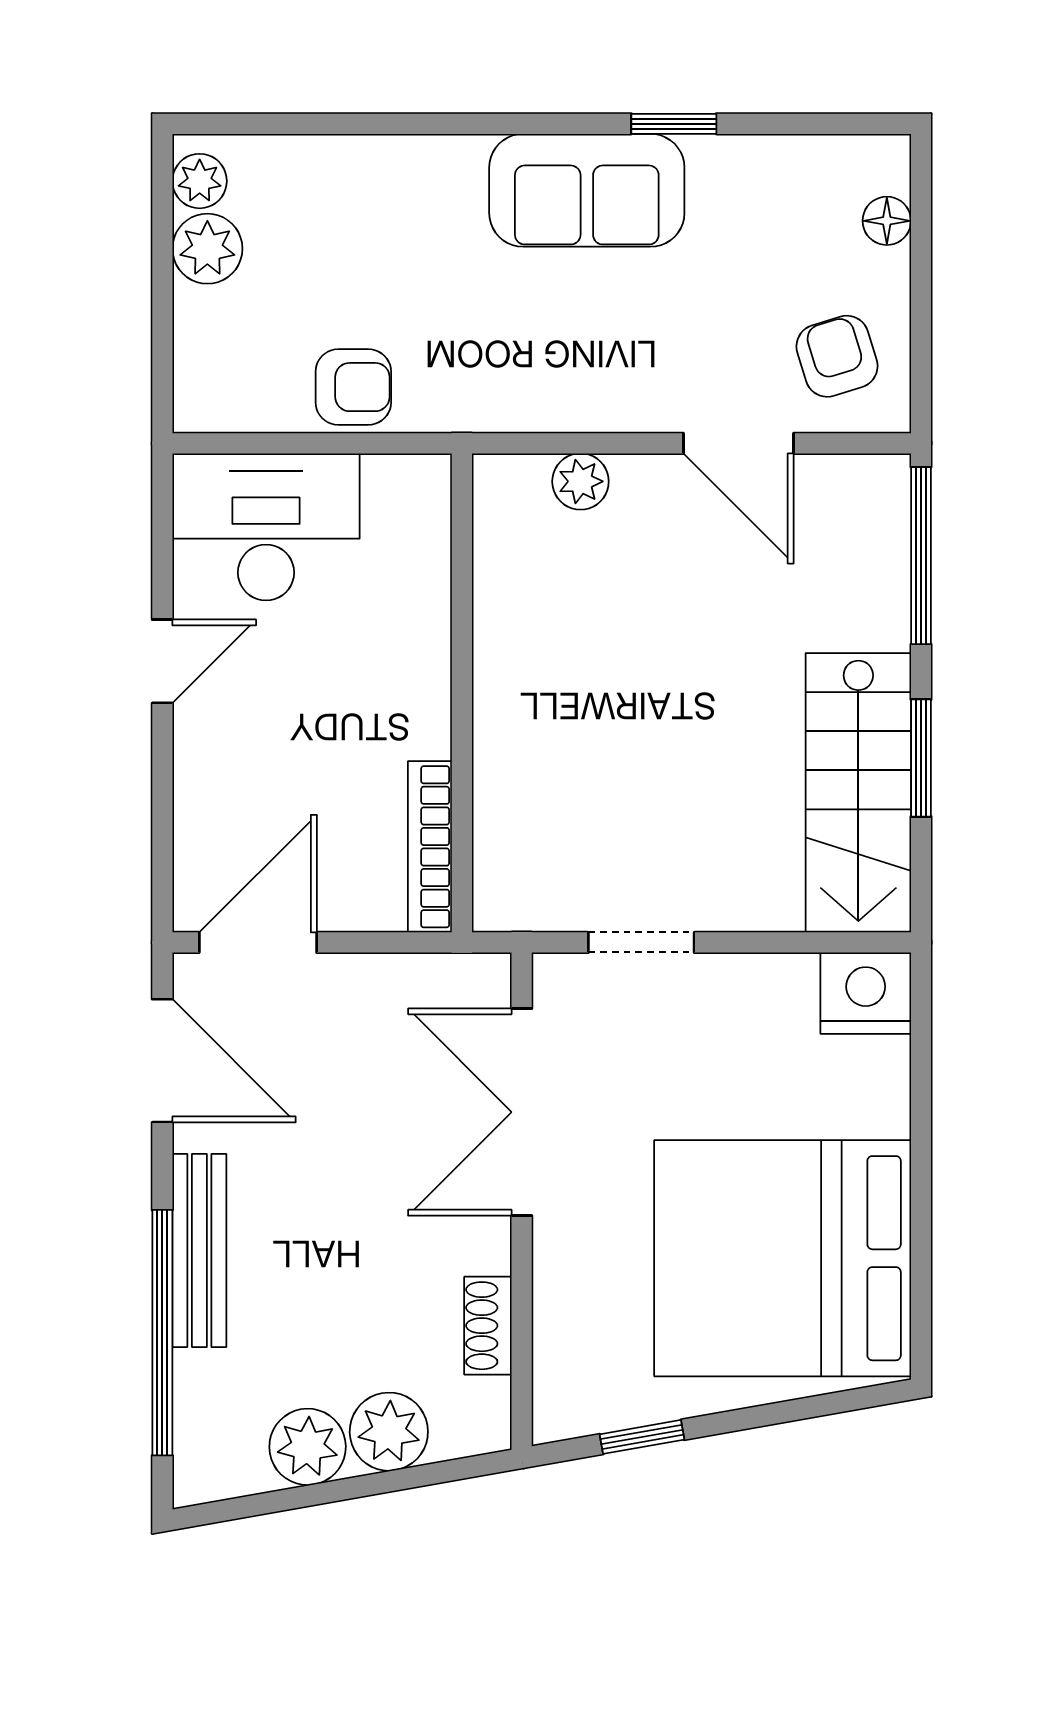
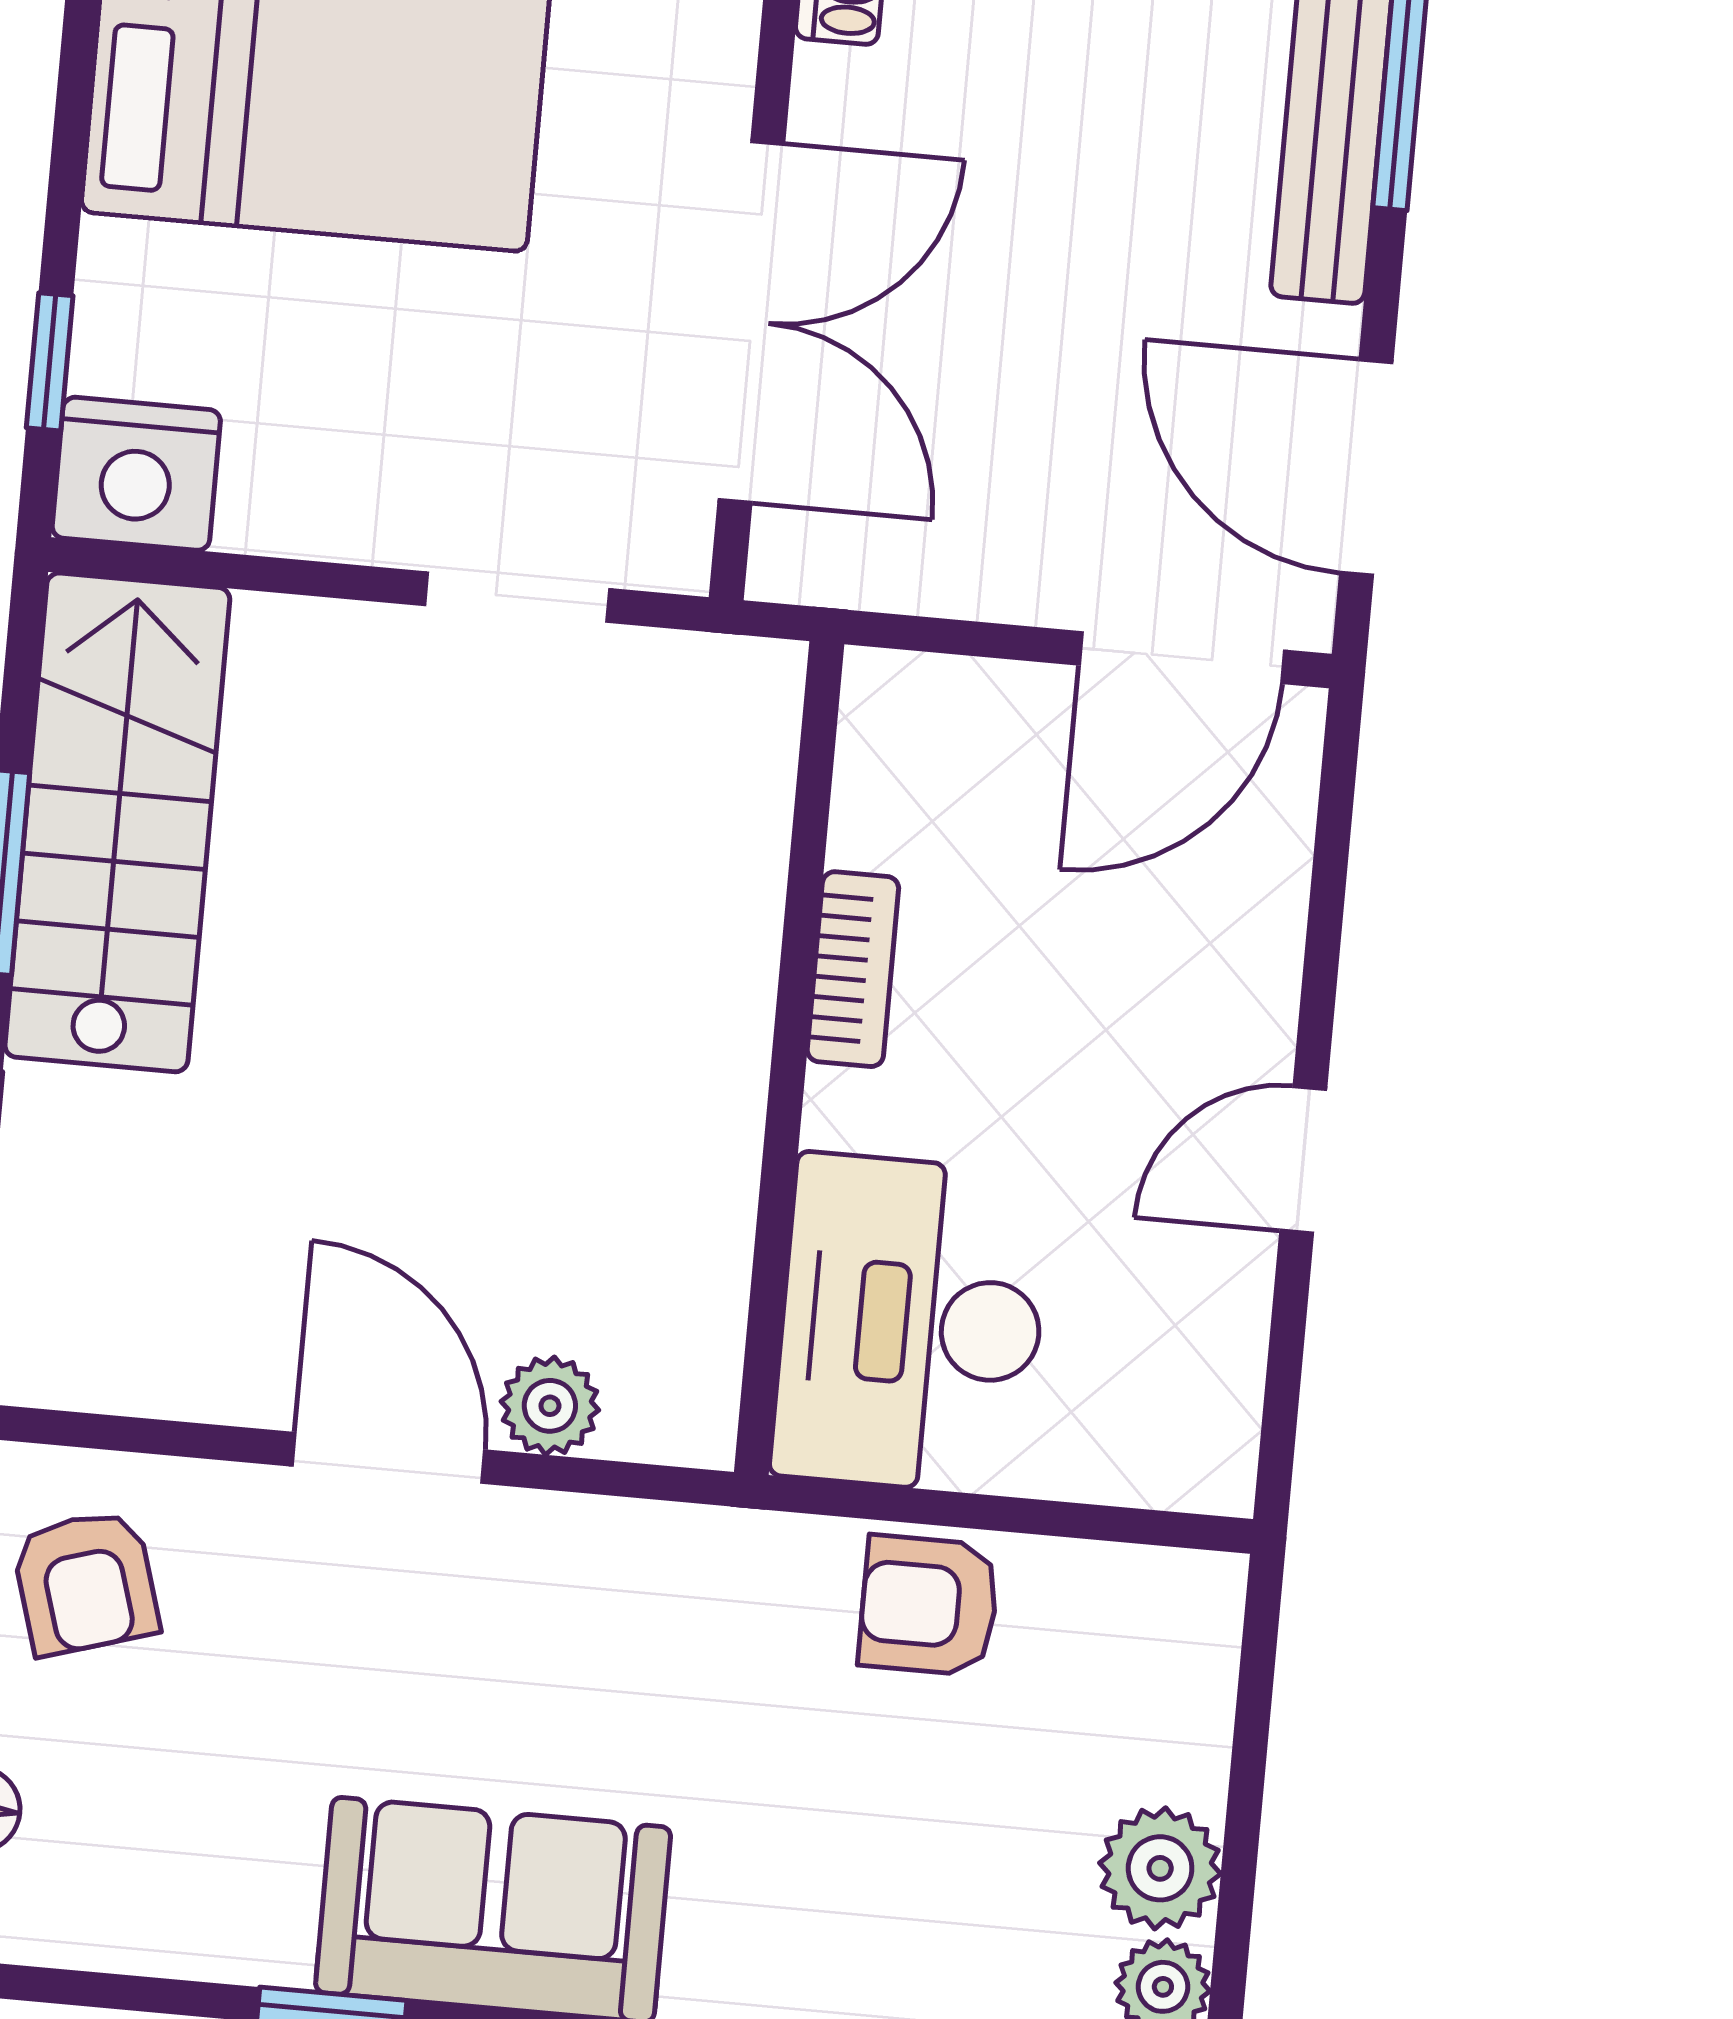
door: (738, 443) -> (389, 1458), moved
desk: (266, 527) -> (911, 1324), moved, turned 90
bookcase: (430, 847) -> (853, 969), moved, width x0.64
window: (921, 1053) -> (50, 362), added

